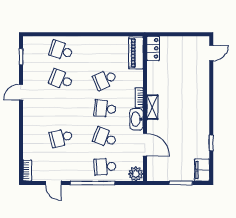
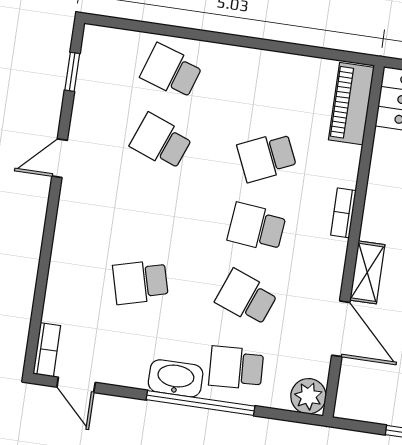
shelving: (152, 107) -> (367, 272), moved
washbasin: (136, 119) -> (176, 378), moved, turned 90
door: (53, 183) -> (76, 385), moved

